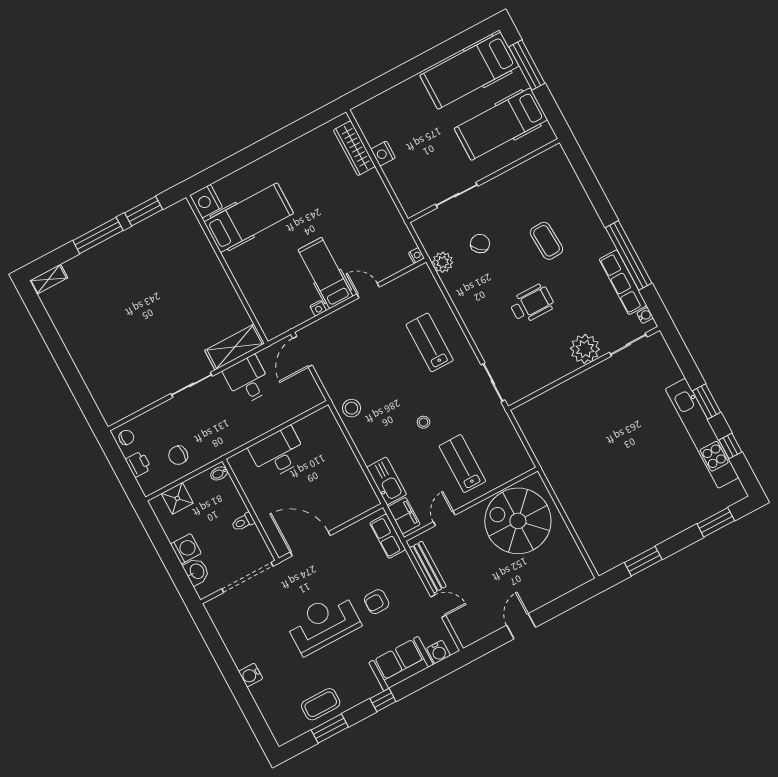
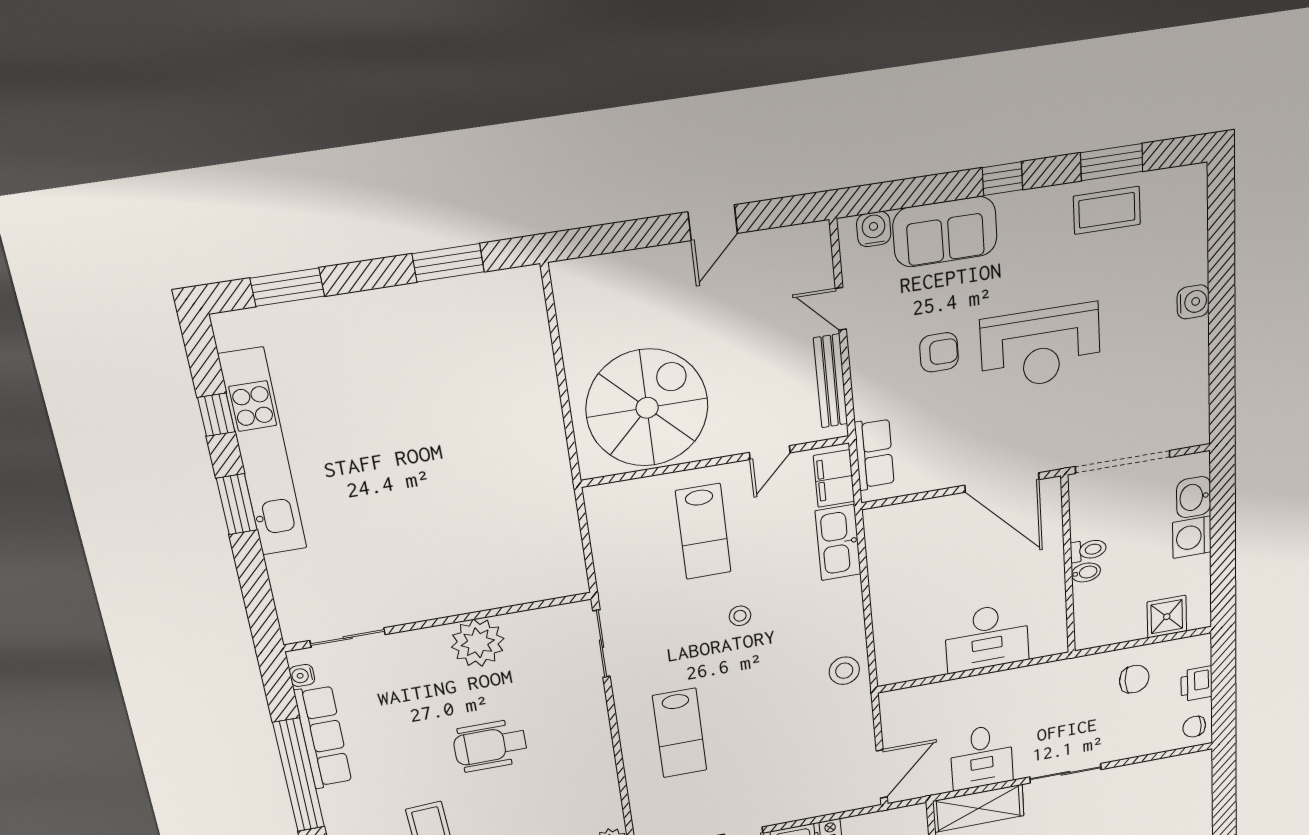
plant: (585, 349) -> (478, 643), moved
bidet: (219, 473) -> (1086, 572), moved
spiral stairs: (518, 521) -> (647, 408), turned -90

